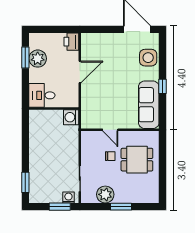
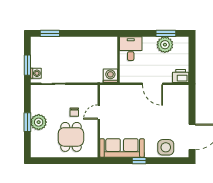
plant: (105, 194) -> (39, 122), moved

